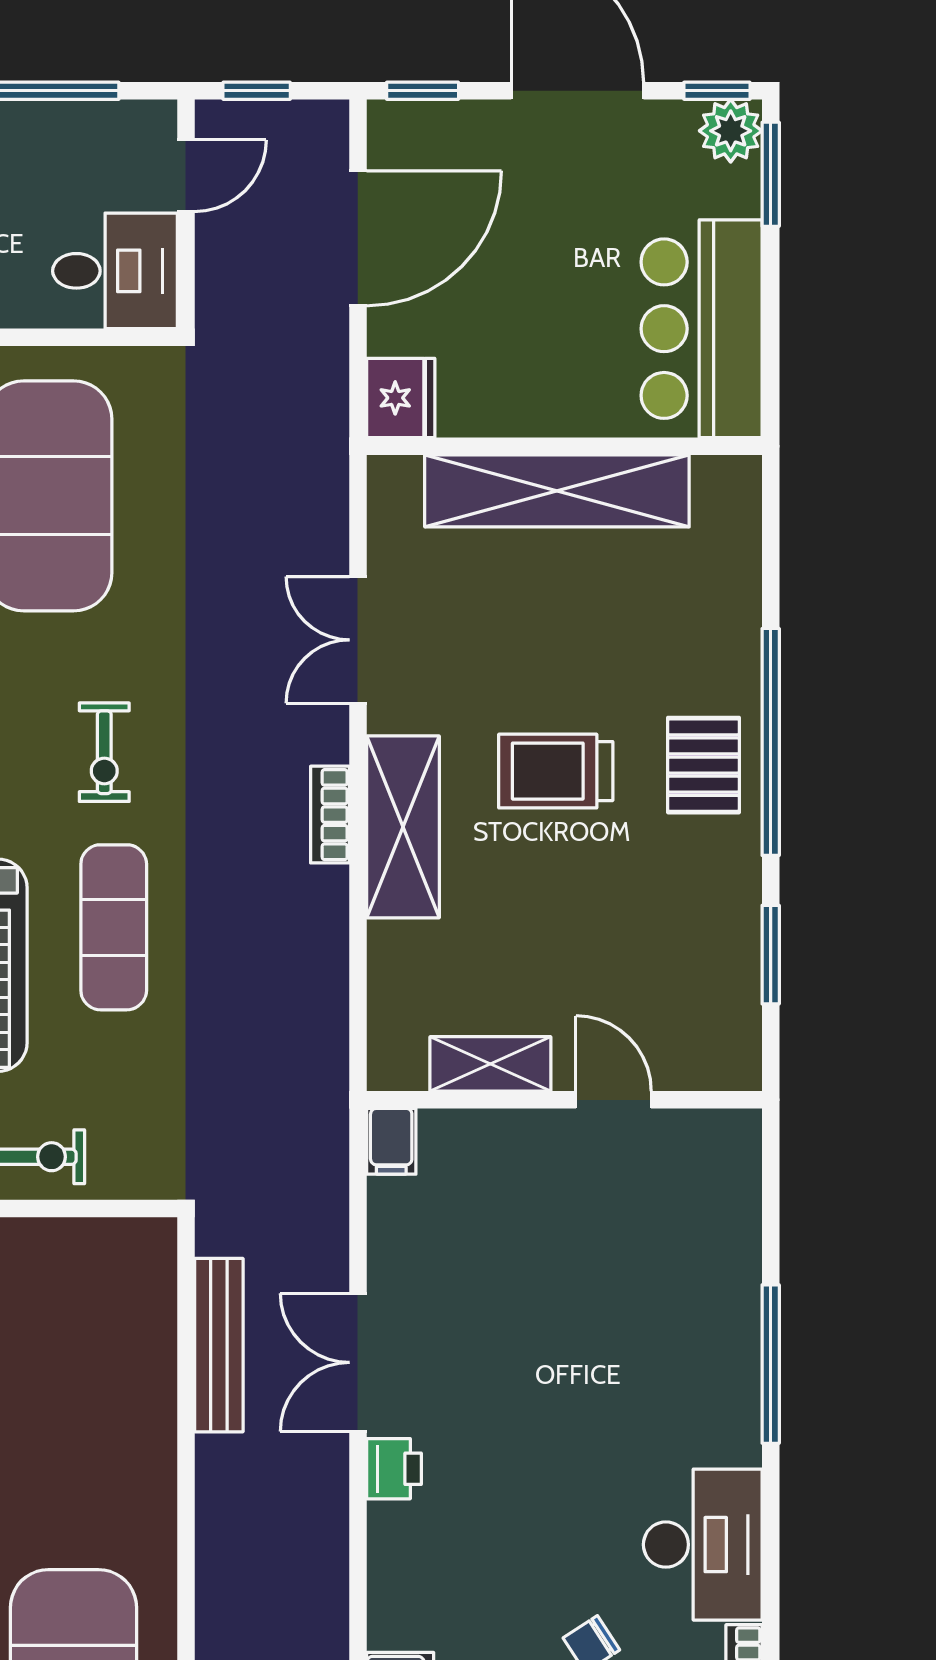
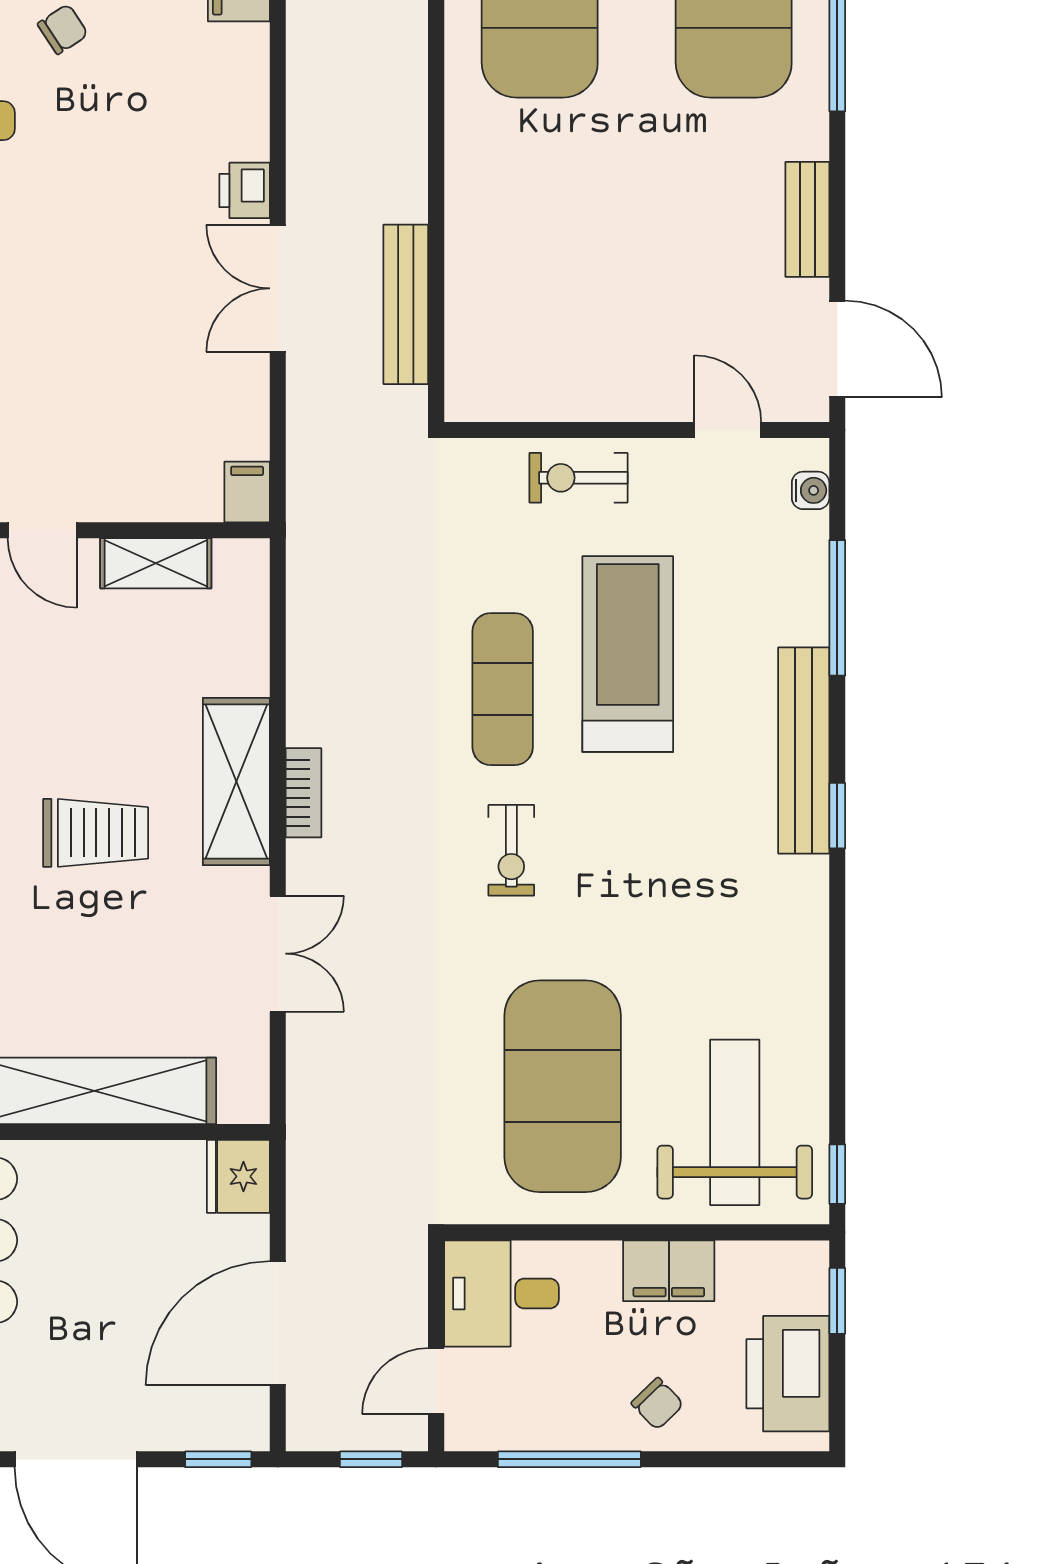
exercise bike: (104, 752) -> (511, 850), turned 180
double door: (358, 1362) -> (278, 288), swing flipped

